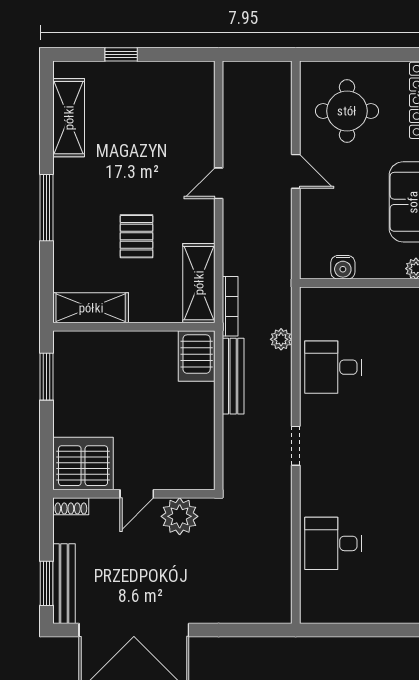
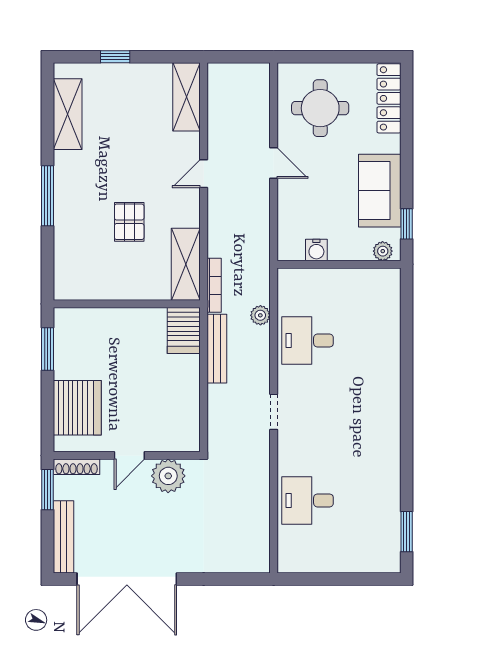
shelving: (91, 308) -> (187, 97), moved, turned 90
server rack: (83, 464) -> (77, 408), moved, turned 90
shoe rack: (71, 506) -> (76, 467), width x1.43
window: (46, 583) -> (47, 490), moved

